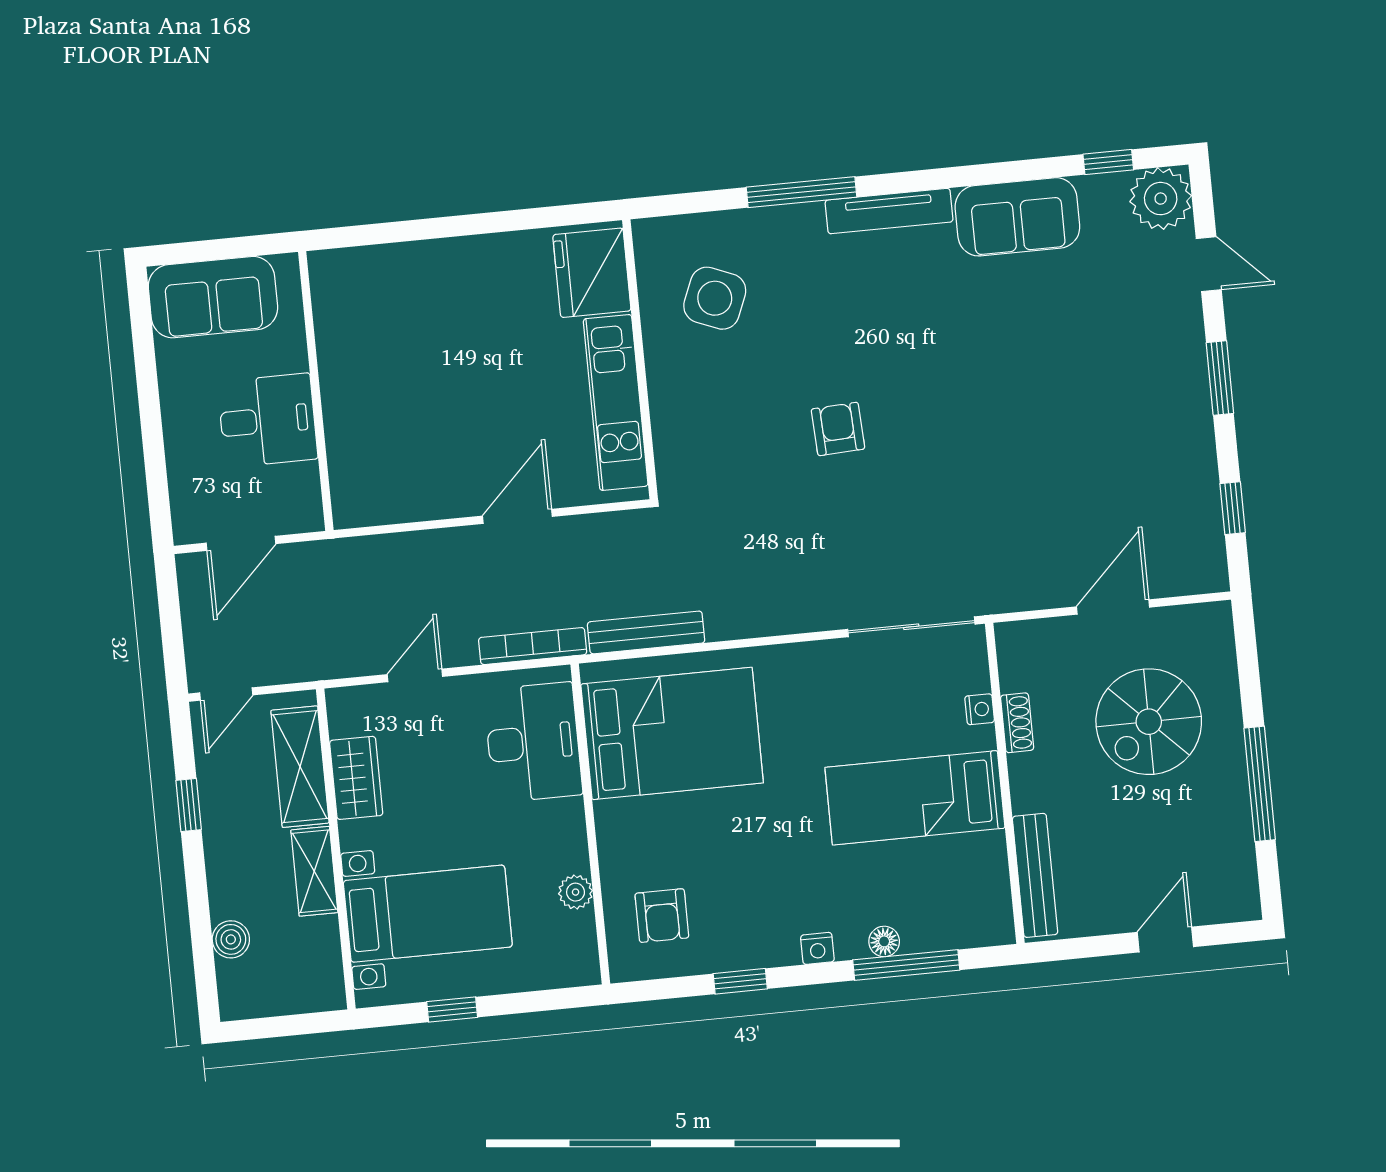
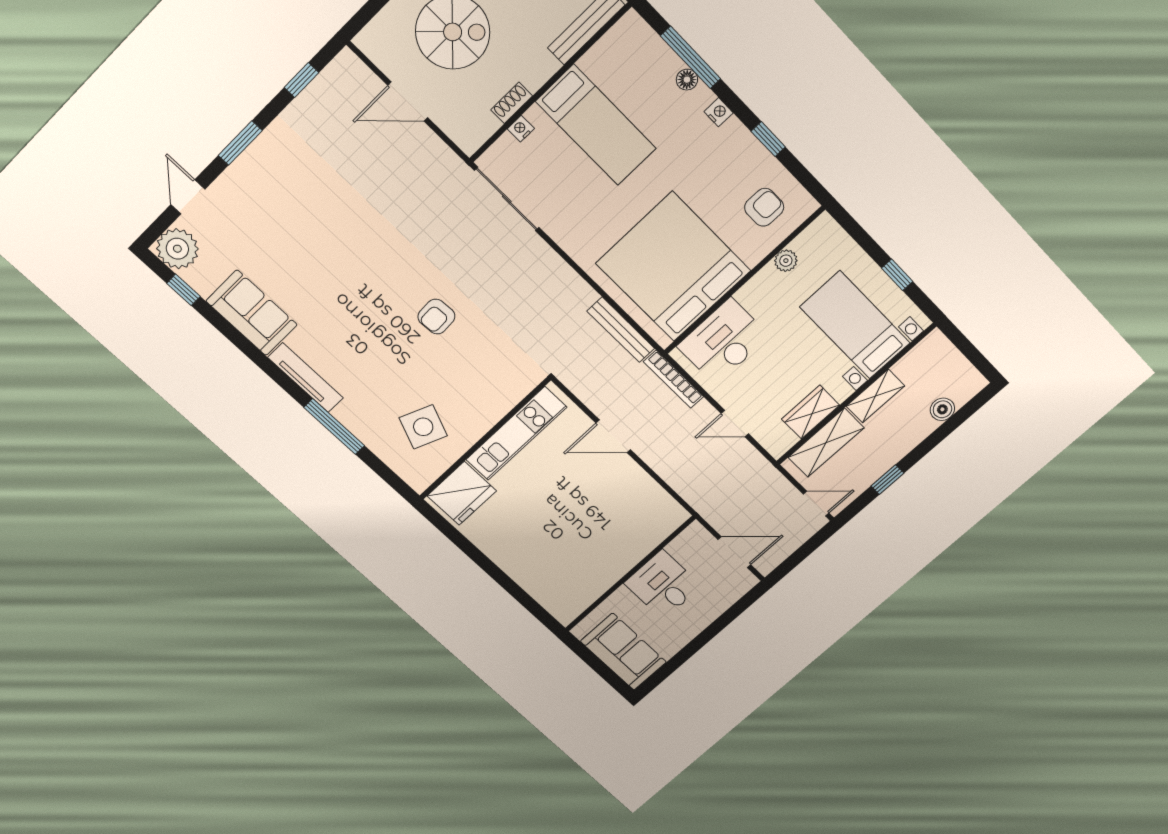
bed: (672, 733) -> (673, 267), width x1.36

